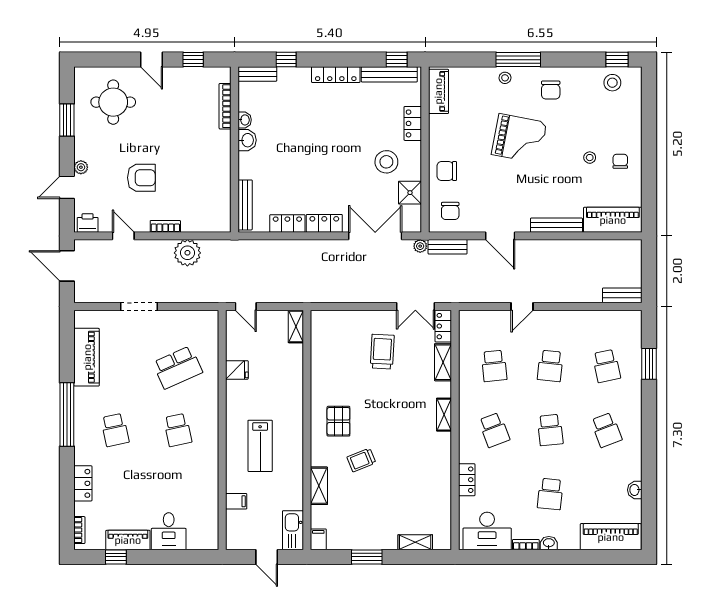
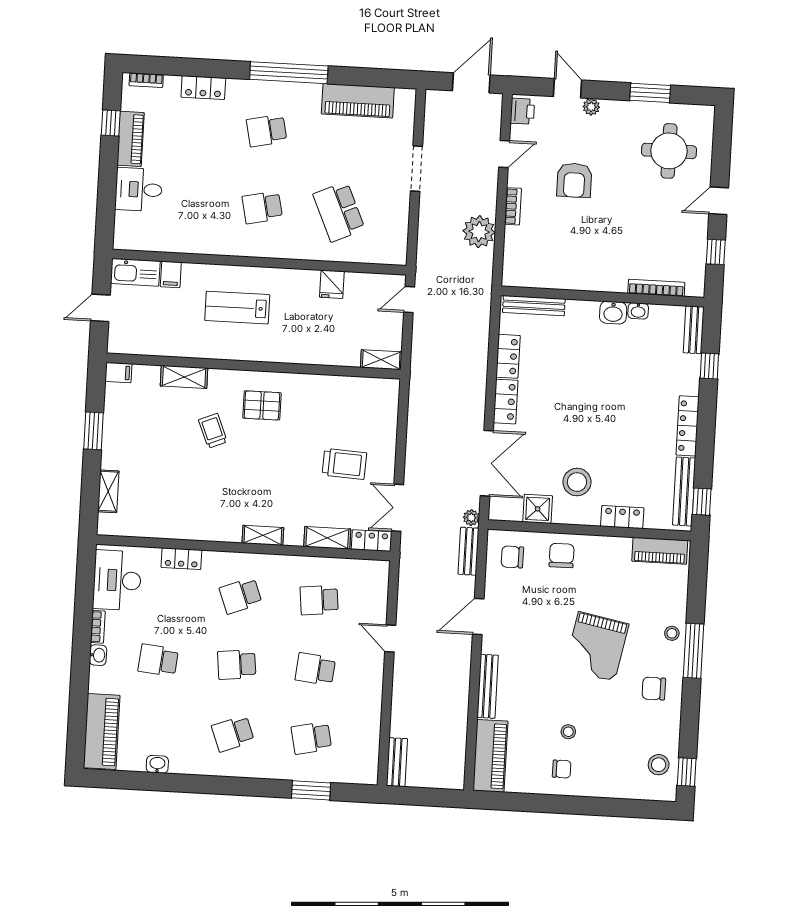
kitchen sink: (293, 530) -> (135, 272), moved, turned 180

